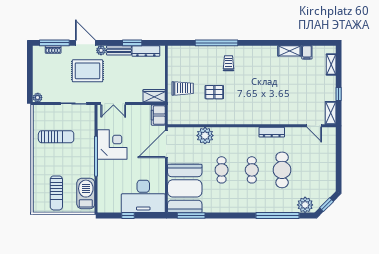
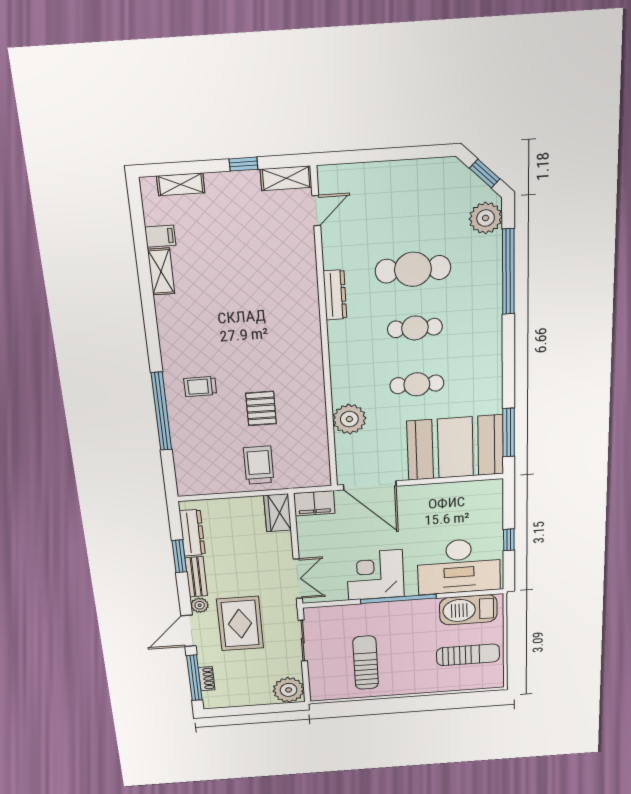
plant: (38, 98) -> (289, 690), width x1.87, depth x1.87
desk: (143, 196) -> (459, 566), moved, turned 90

